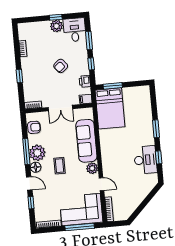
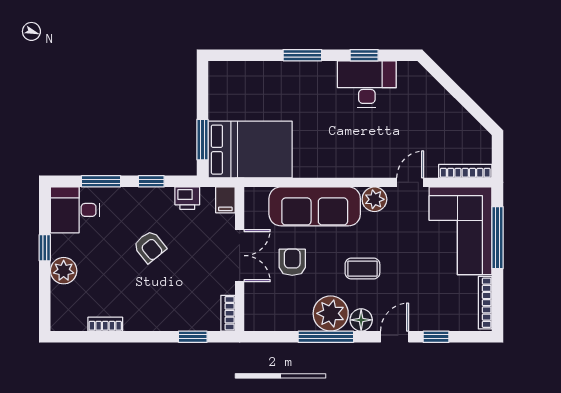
plant: (56, 26) -> (64, 271), moved
window: (19, 76) -> (193, 337), moved
armchair: (34, 127) -> (292, 262), moved

